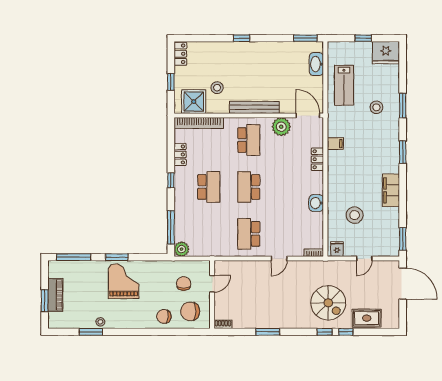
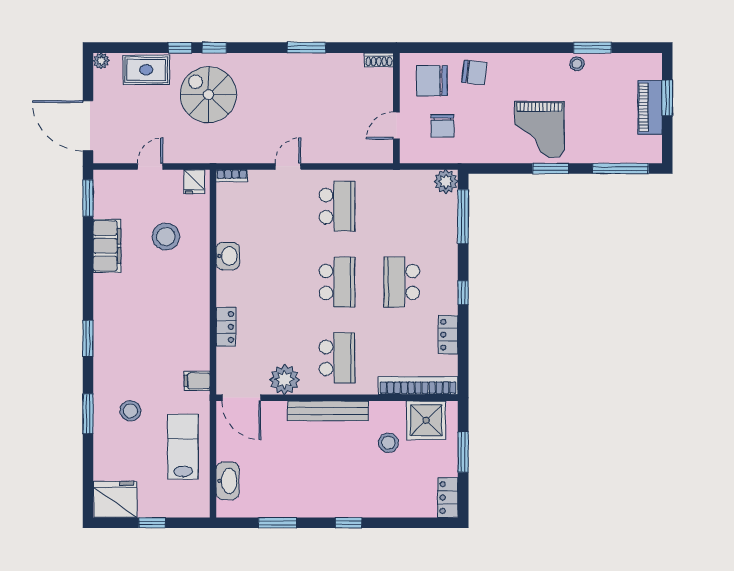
window: (305, 38) -> (277, 523), moved
window: (171, 82) -> (463, 452), width x1.50
school desk: (249, 140) -> (337, 358), turned 180
filing cabinet: (335, 144) -> (197, 381), moved
filing cabinet: (391, 190) -> (107, 246), moved
chair: (190, 311) -> (432, 81), turned 180
plant: (395, 324) -> (101, 61), added

